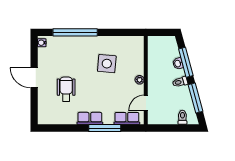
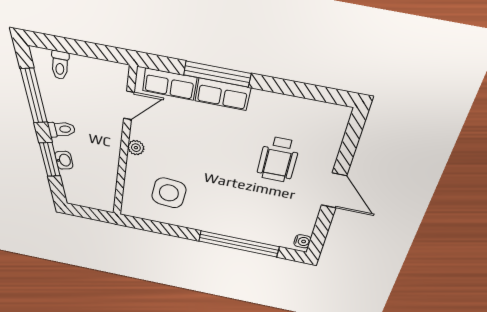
window: (186, 62) -> (50, 160), width x0.69
side table: (107, 64) -> (169, 193), moved
row of seats: (90, 118) -> (223, 94), moved

